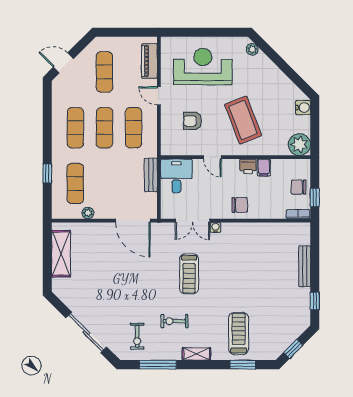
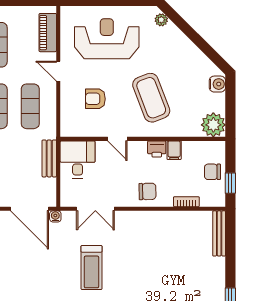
bookcase: (298, 214) -> (186, 202), moved
water cooler: (215, 227) -> (55, 216), moved
bench: (305, 266) -> (219, 233), moved

